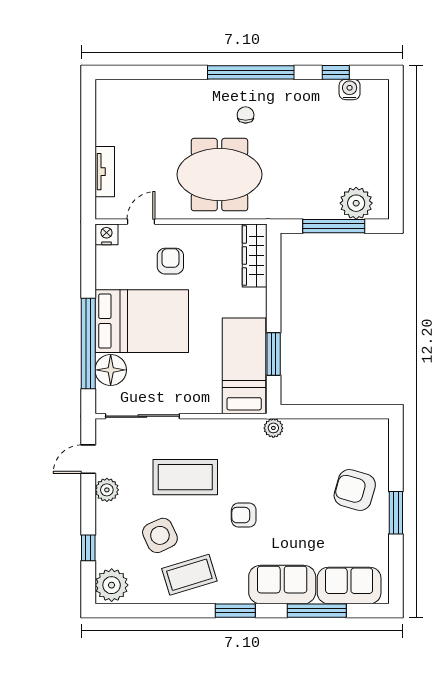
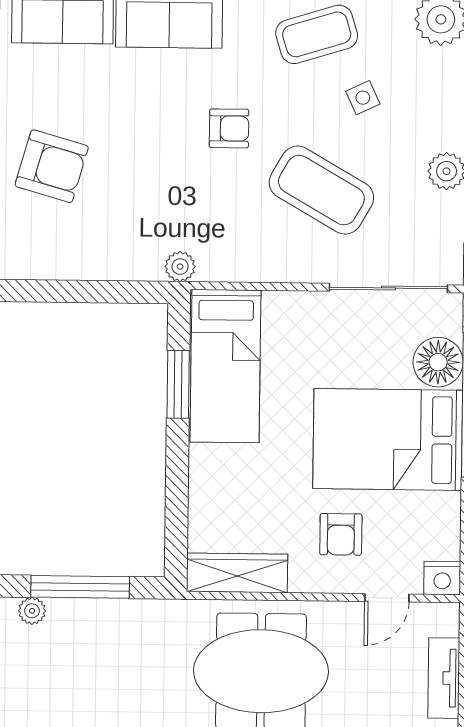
plant: (356, 203) -> (32, 611), width x0.53, depth x0.53
wardrobe: (255, 256) -> (237, 573), moved, turned -90
coffee table: (185, 477) -> (321, 190), turned 30
side table: (160, 535) -> (363, 98), width x0.54, depth x0.54

